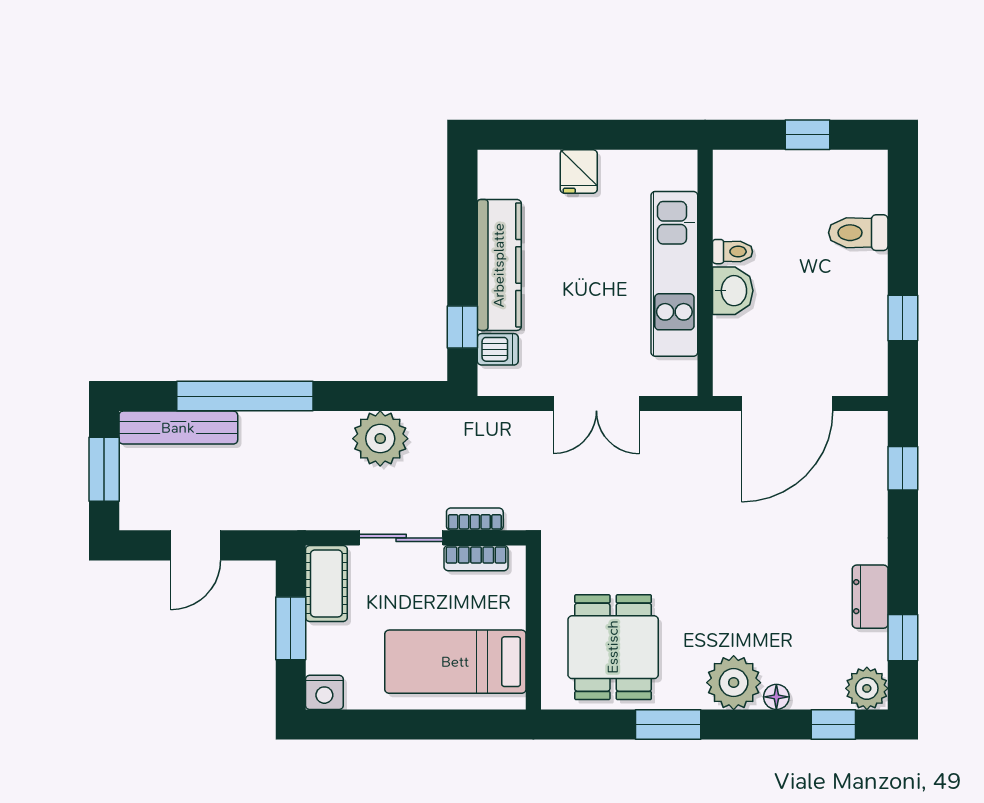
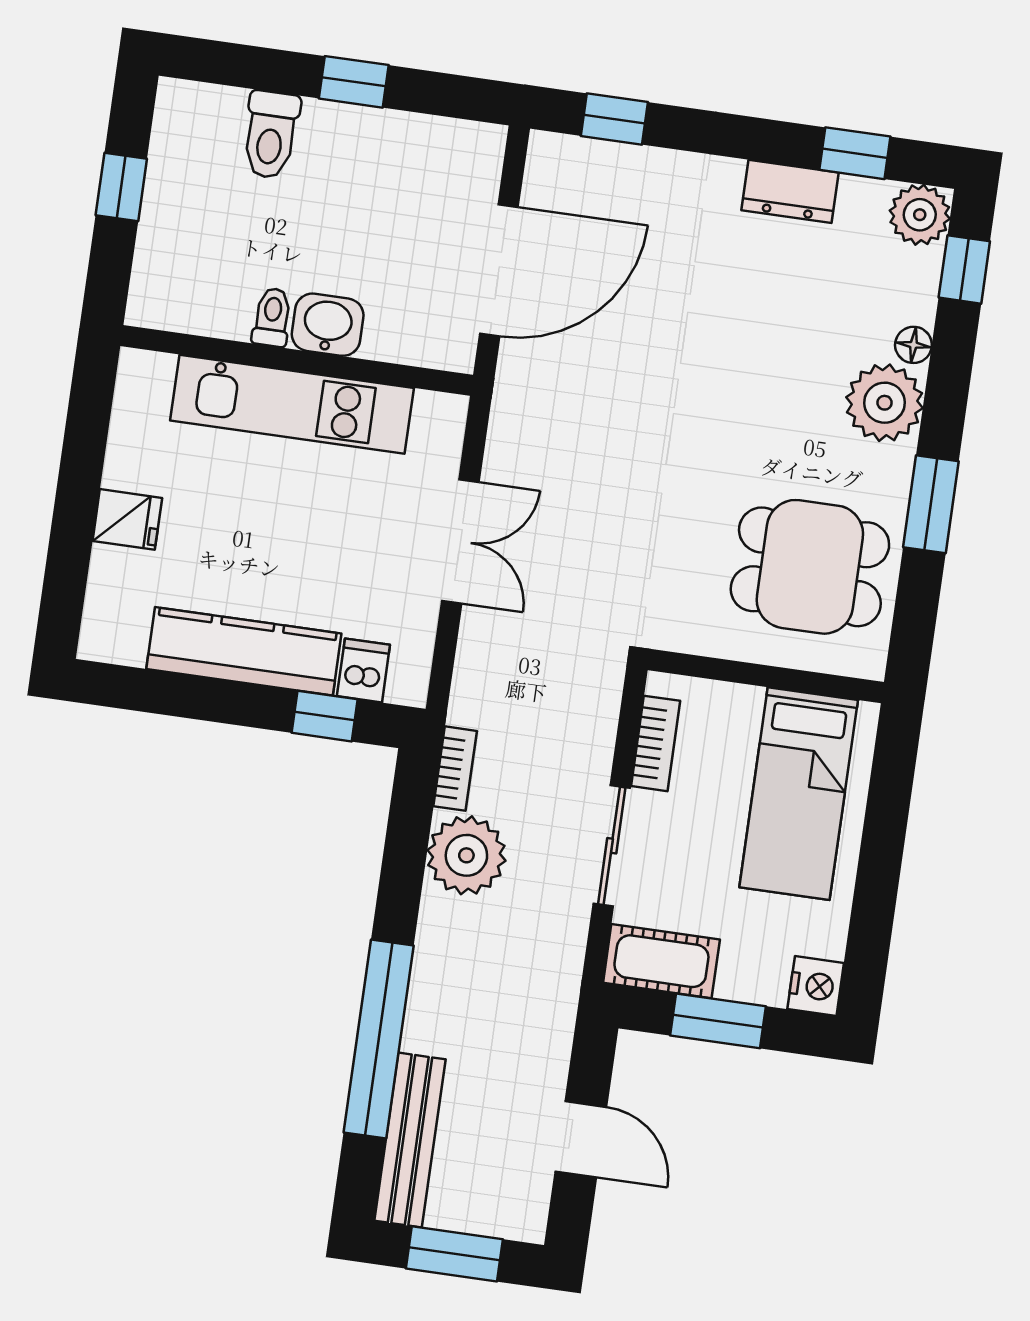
window: (903, 318) -> (354, 82), moved
door: (787, 403) -> (499, 270), hinge flipped
bookcase: (475, 519) -> (455, 769), moved, turned 180

